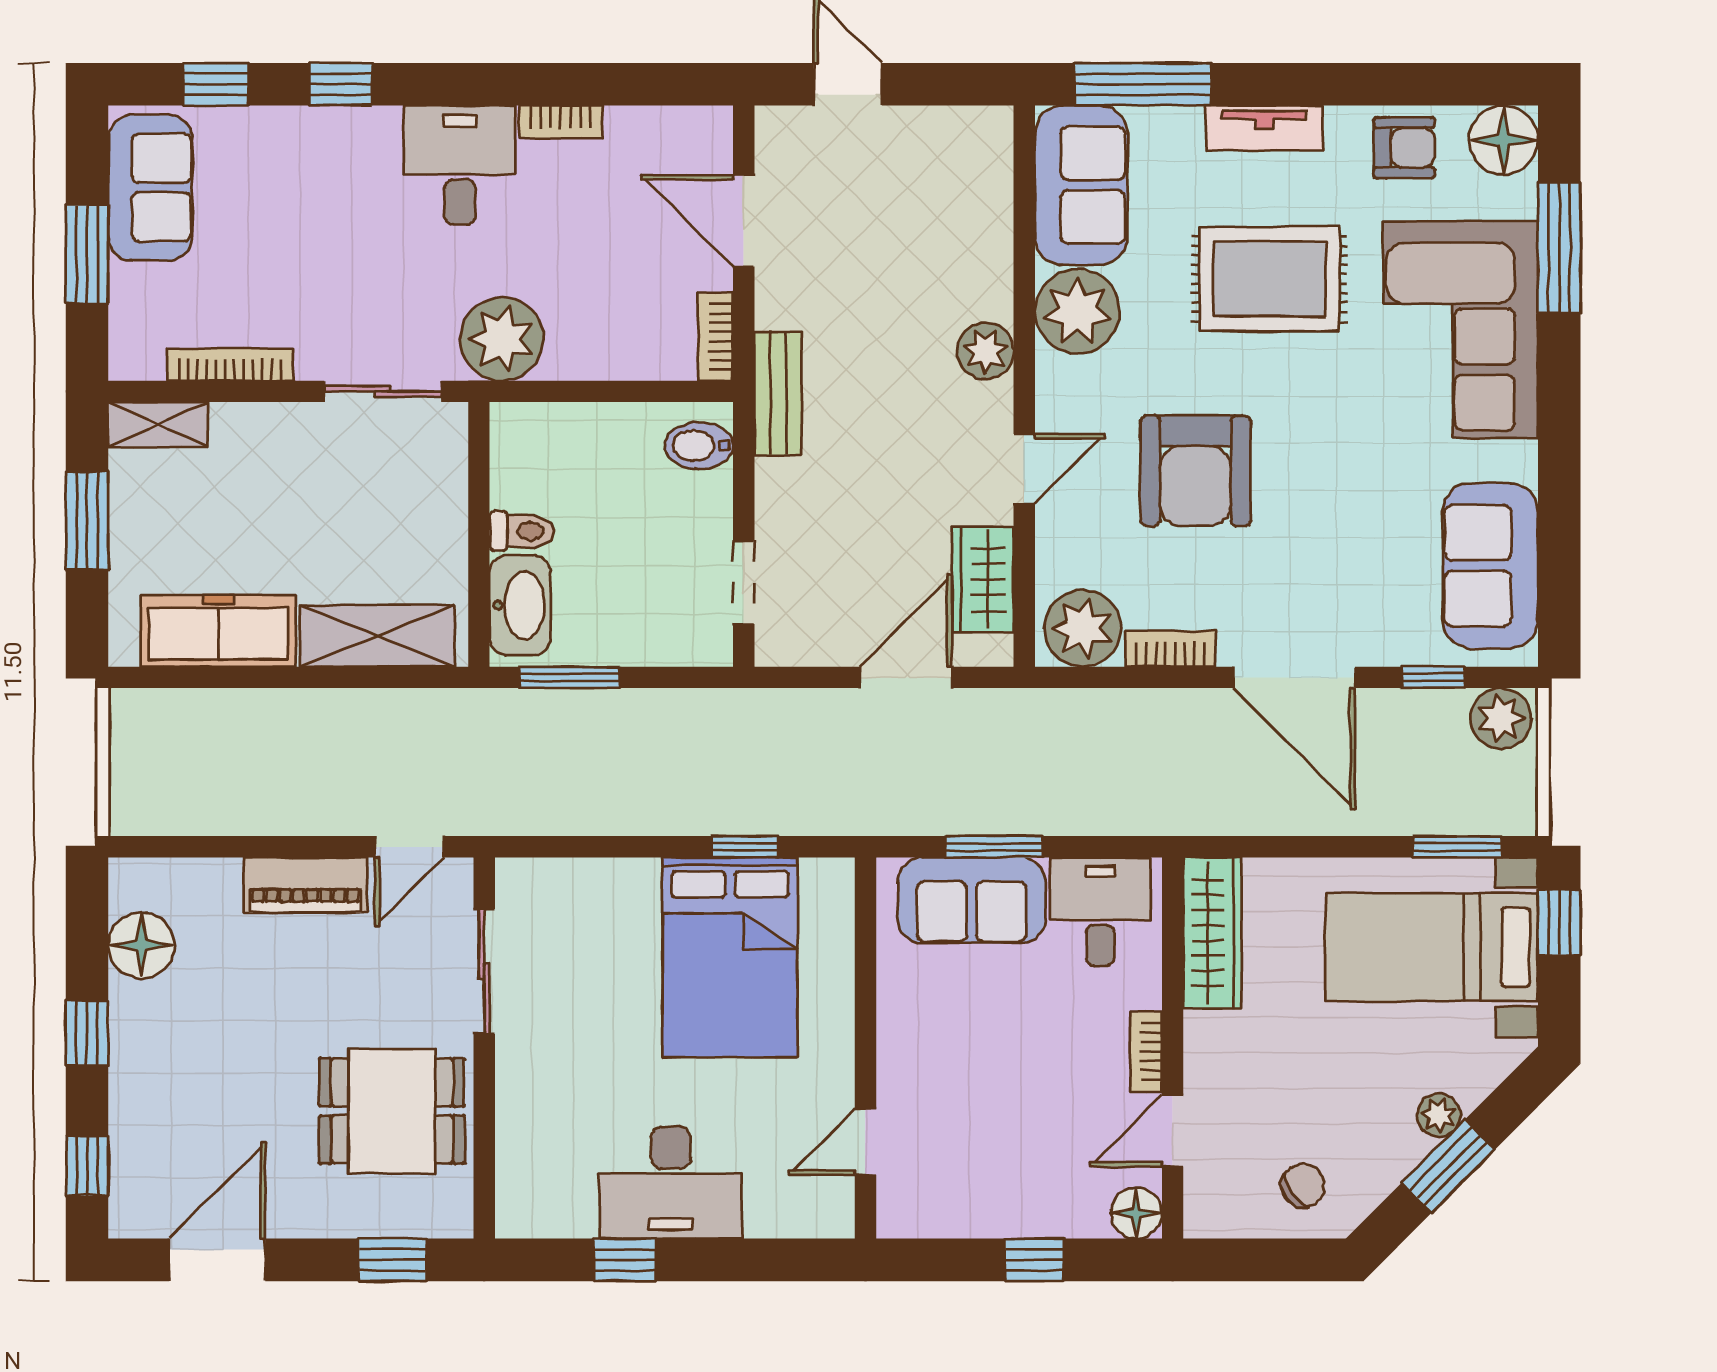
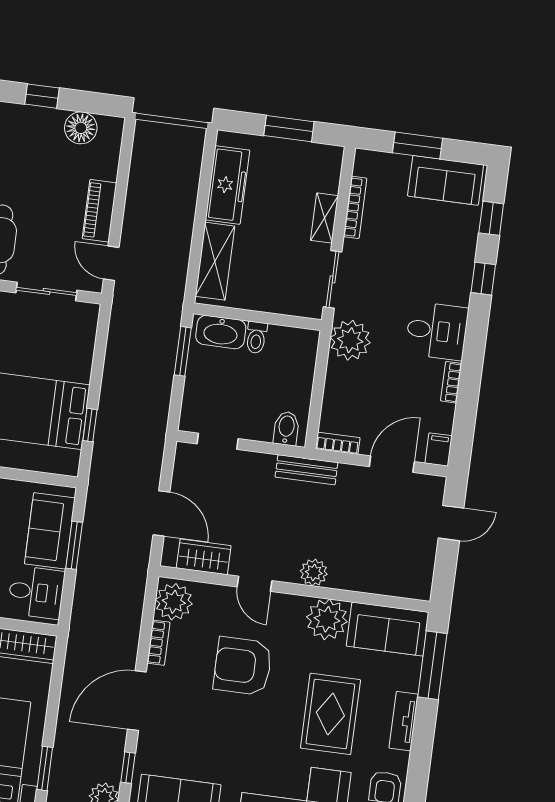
filing cabinet: (701, 129) -> (439, 450), added
shelving: (158, 424) -> (324, 218), moved

